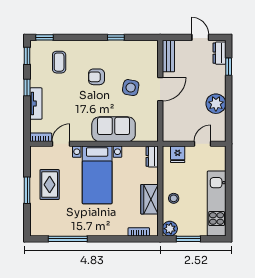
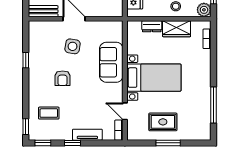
dresser: (152, 157) -> (152, 26), moved

